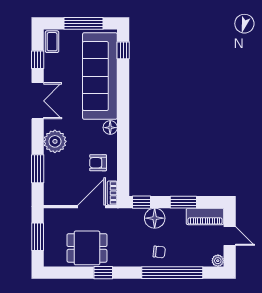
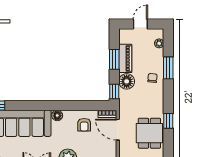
piano: (205, 216) -> (125, 58), moved
plant: (218, 261) -> (159, 43), moved
window: (172, 273) -> (168, 68), width x0.47

